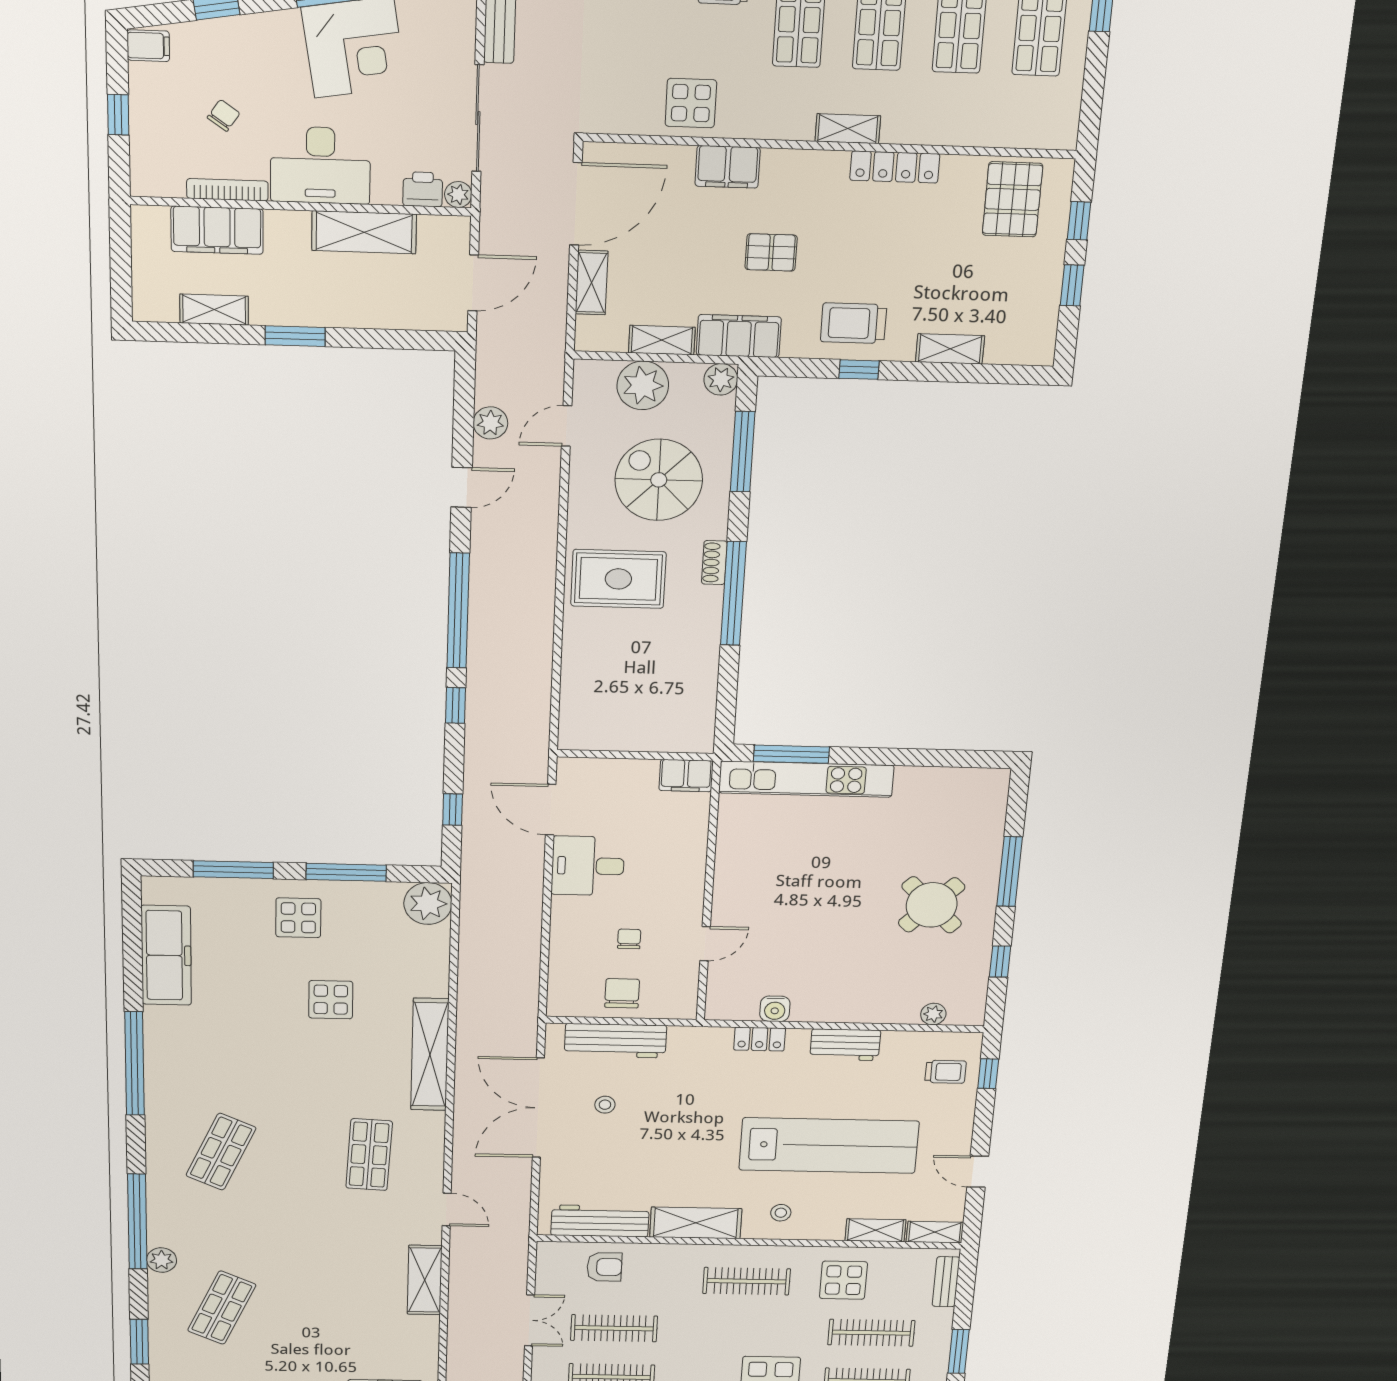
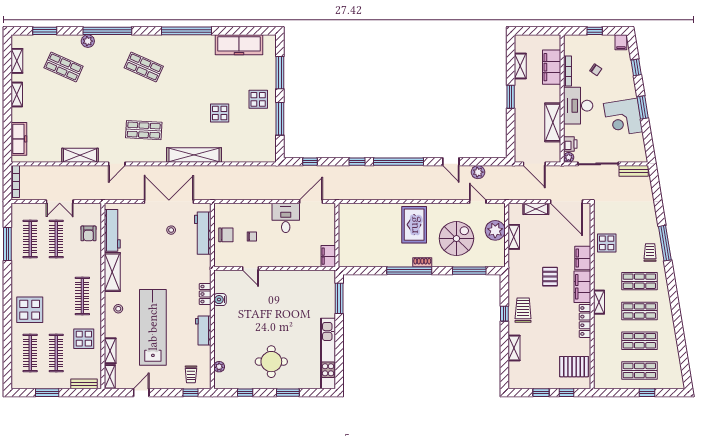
filing cabinet: (739, 336) -> (582, 287), moved, turned 180
plant: (721, 379) -> (499, 260), removed
kitchen unit: (806, 779) -> (328, 353), moved
window: (1010, 872) -> (288, 393), width x0.69
plant: (428, 904) -> (266, 153), removed
round table: (932, 905) -> (271, 362), turned 45
lab bench: (829, 1146) -> (153, 327), turned 180

